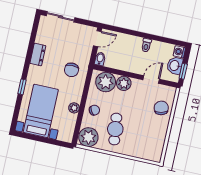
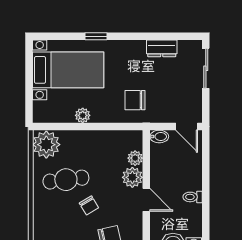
dresser: (38, 55) -> (162, 48), moved
door: (151, 79) -> (146, 200), moved
plant: (106, 82) -> (135, 158), width x0.53, depth x0.53
chair: (94, 110) -> (89, 205), moved

